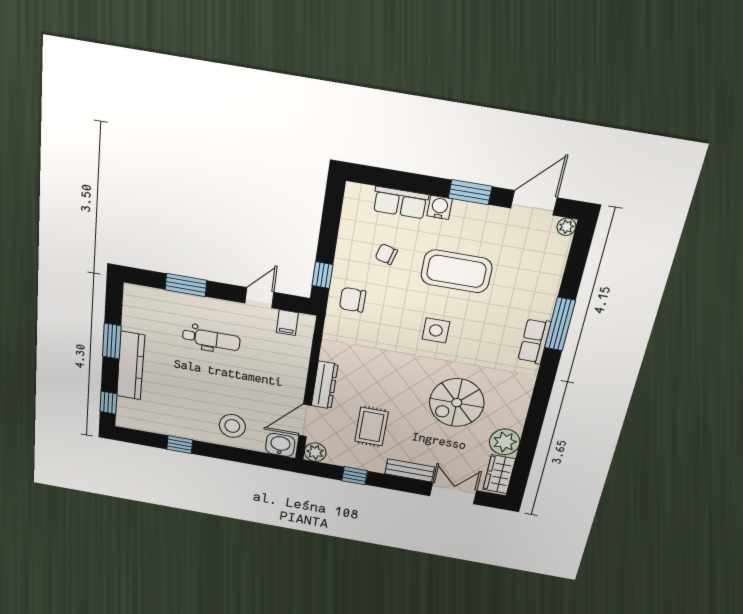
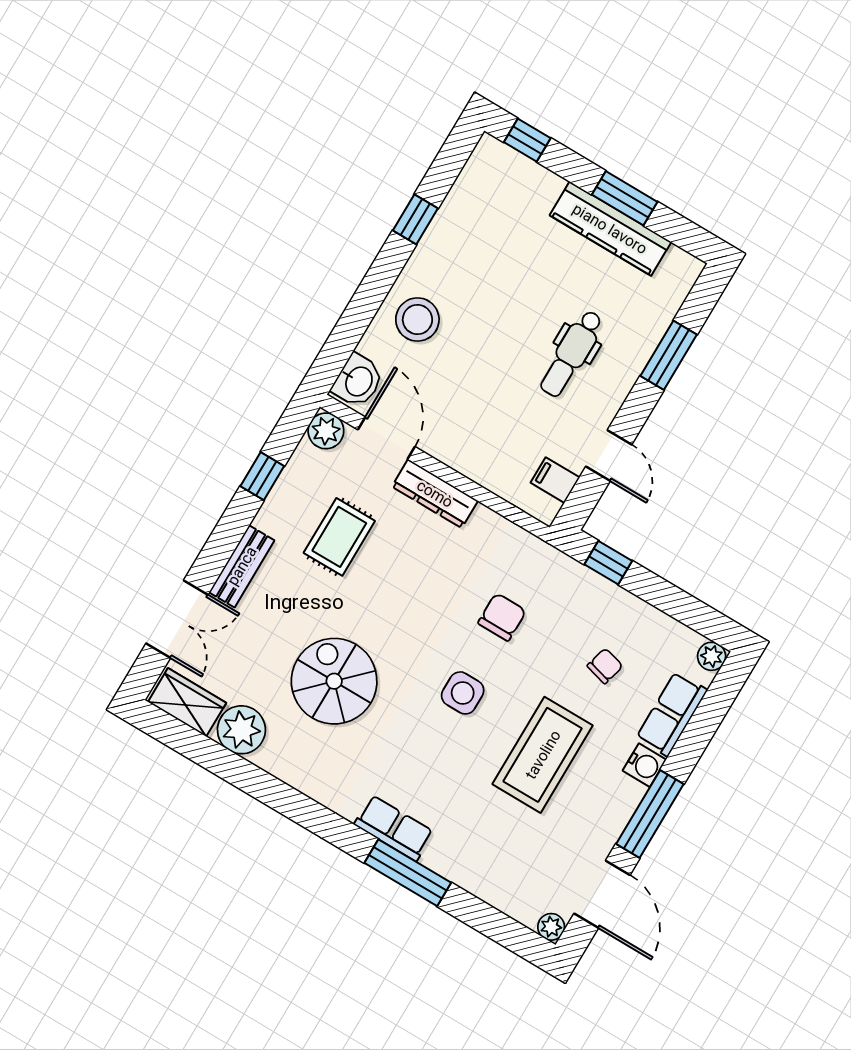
plant: (354, 192) -> (712, 656), added
window: (470, 192) -> (650, 814), width x1.44
chair: (353, 300) -> (502, 617), moved
kitchen counter: (131, 366) -> (610, 229), moved
rug: (372, 427) -> (339, 537), turned 90

